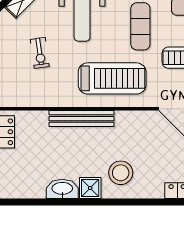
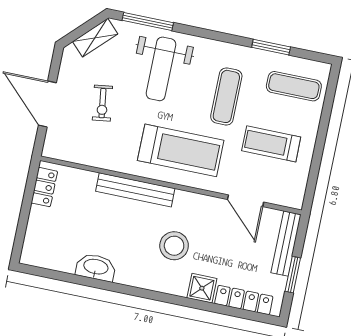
stool: (121, 173) -> (174, 246), moved
shower: (90, 188) -> (202, 288), moved

